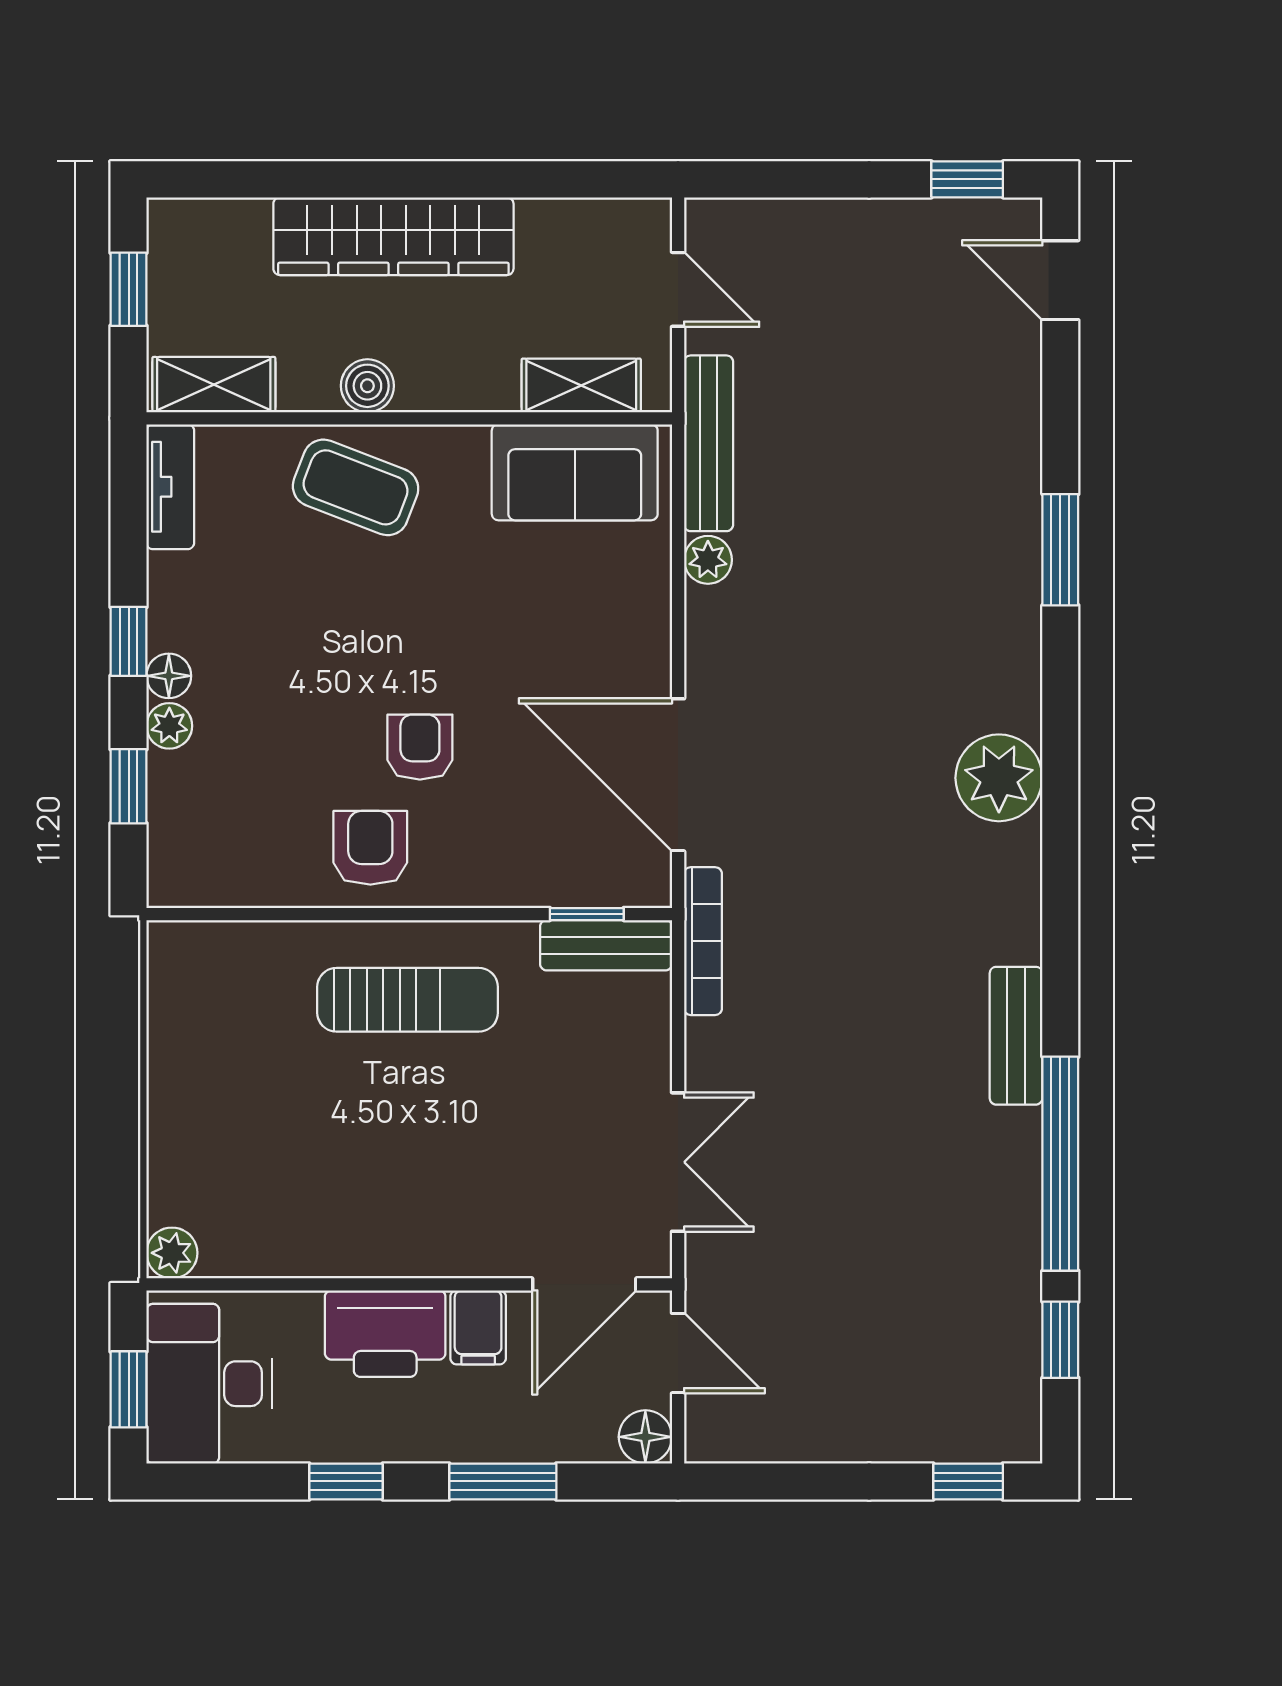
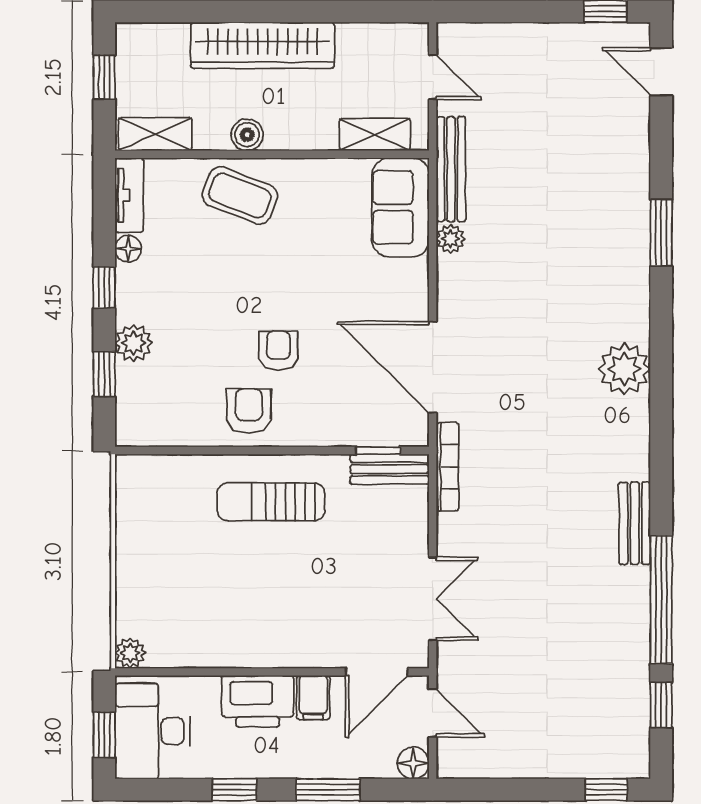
sofa: (575, 472) -> (400, 207), moved, turned 90
floor lamp: (169, 676) -> (128, 249), moved
plant: (169, 726) -> (134, 343), width x1.38, depth x1.38
sun lounger: (408, 1000) -> (271, 502), turned 180

